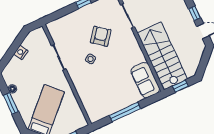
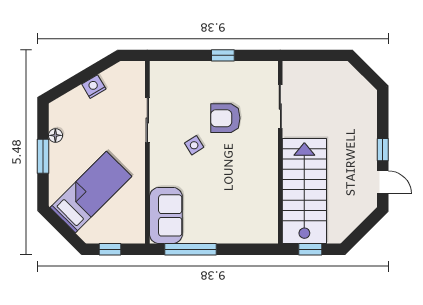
armchair: (101, 36) -> (225, 118), turned -128
sofa: (145, 80) -> (166, 215), moved, turned 180
window: (125, 112) -> (190, 249), moved

